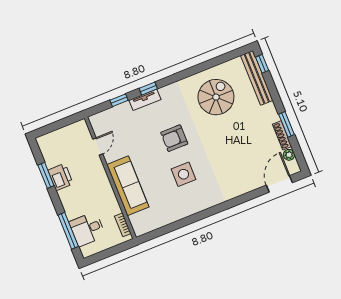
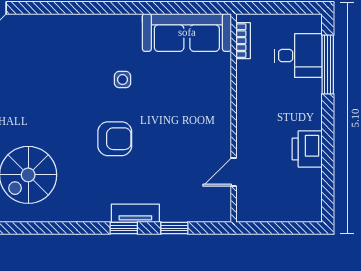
side table: (184, 174) -> (123, 80), width x0.54, depth x0.54
window: (46, 175) -> (328, 160), removed
sofa: (128, 186) -> (187, 32), moved, turned -90

